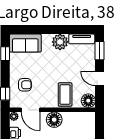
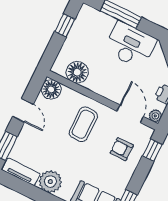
coffee table: (65, 94) -> (83, 124), moved
floor lamp: (54, 120) -> (77, 72), moved

